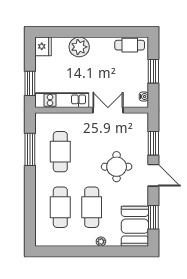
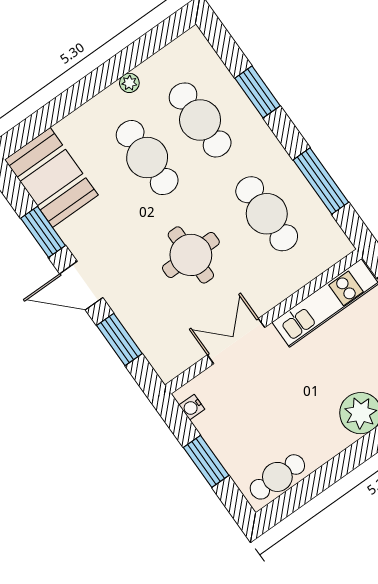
double door: (108, 110) -> (236, 341), swing flipped
round table: (117, 167) -> (191, 255), moved
window: (30, 202) -> (257, 92), added
window: (153, 217) -> (43, 232), moved
plant: (101, 242) -> (129, 83), moved

